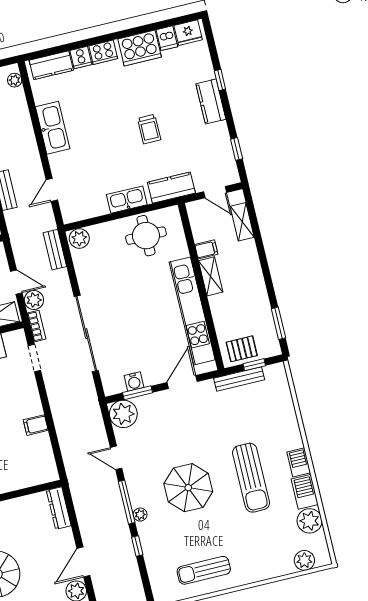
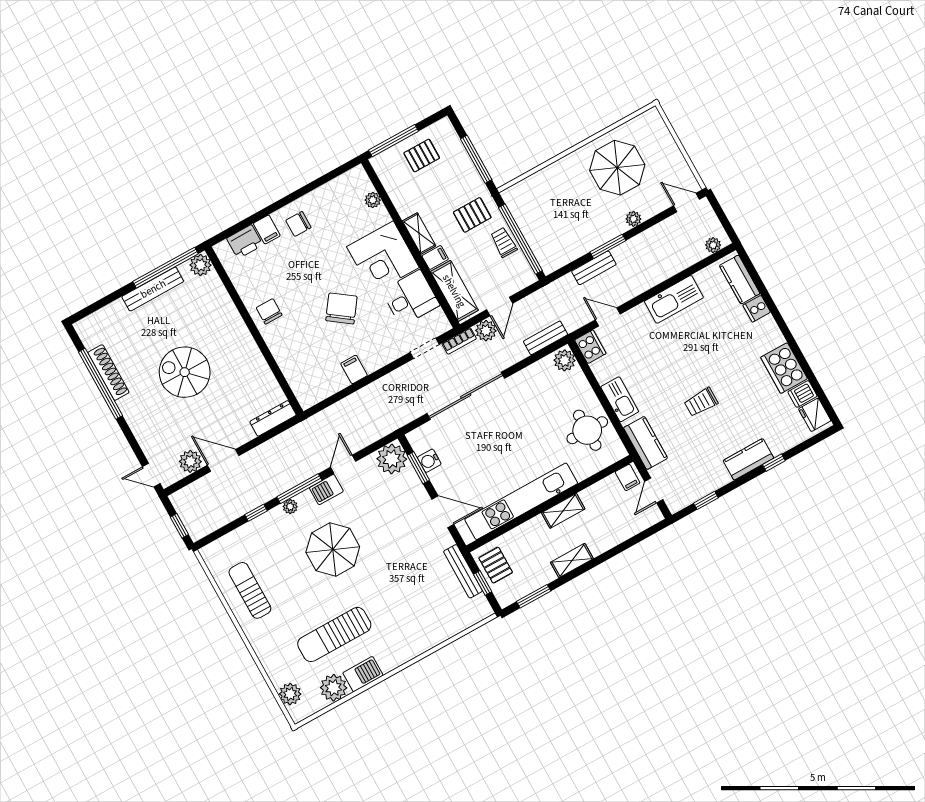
cooker: (103, 52) -> (590, 347), moved, turned 180
shelving: (242, 222) -> (572, 560), moved
filing cabinet: (206, 249) -> (628, 477), moved
barbecue: (299, 462) -> (326, 490), moved, turned 180
sun lounger: (251, 478) -> (334, 635), moved

